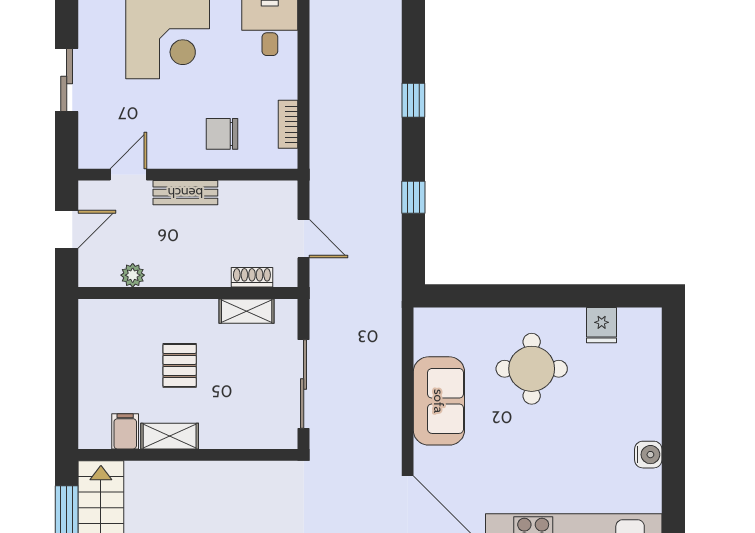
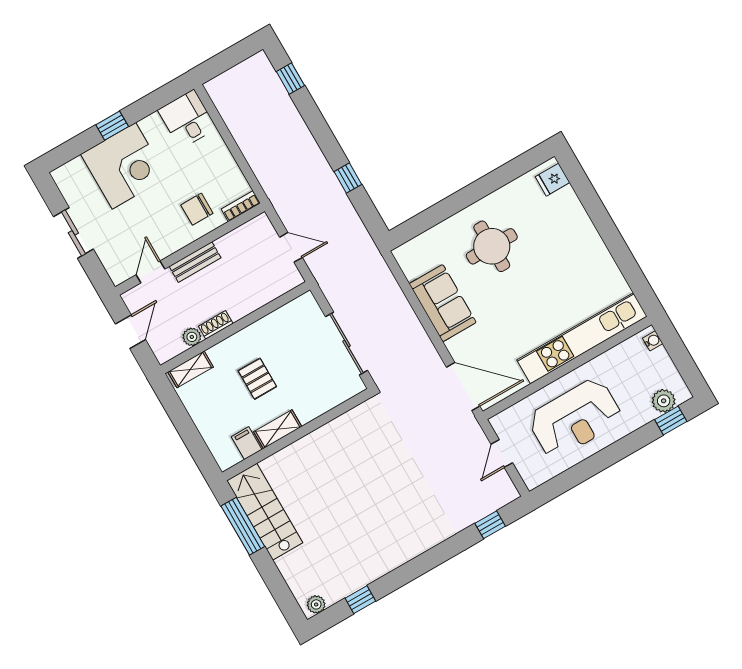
window: (413, 100) -> (290, 78), moved
bookcase: (288, 124) -> (241, 206), moved, turned 90
shoe rack: (252, 277) -> (216, 325), moved
shelving: (247, 311) -> (190, 369), moved
fridge: (602, 325) -> (553, 180), moved, turned 90
water cooler: (648, 455) -> (602, 259), removed

